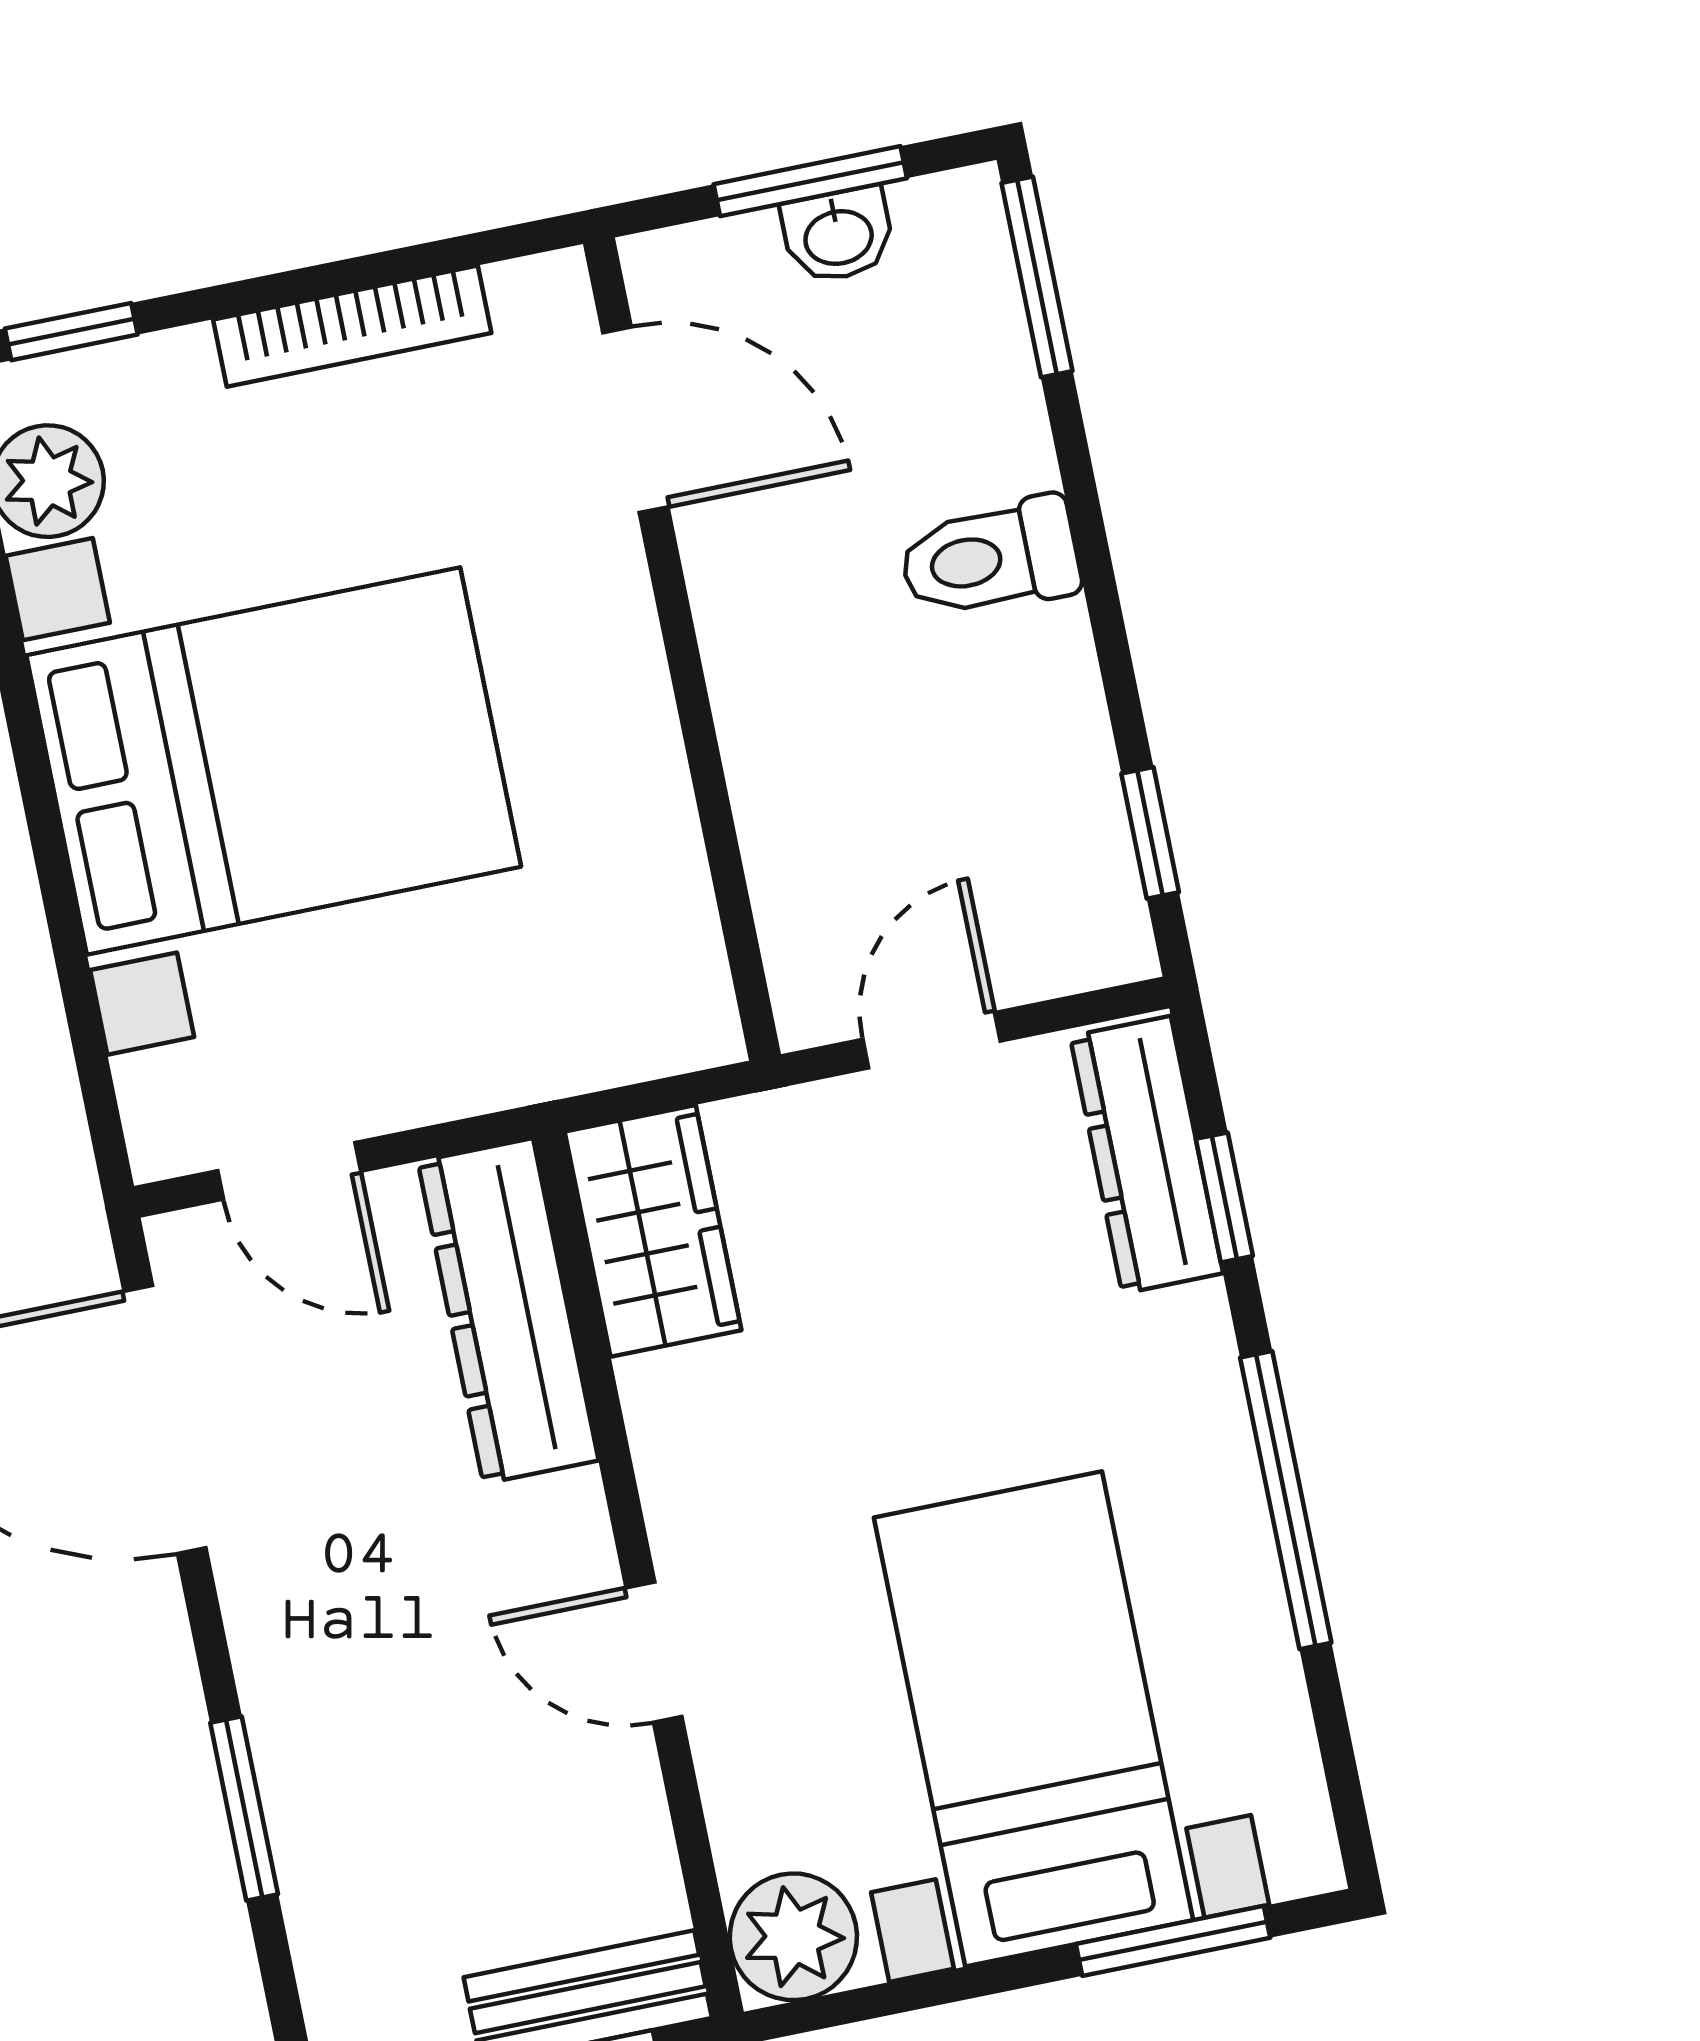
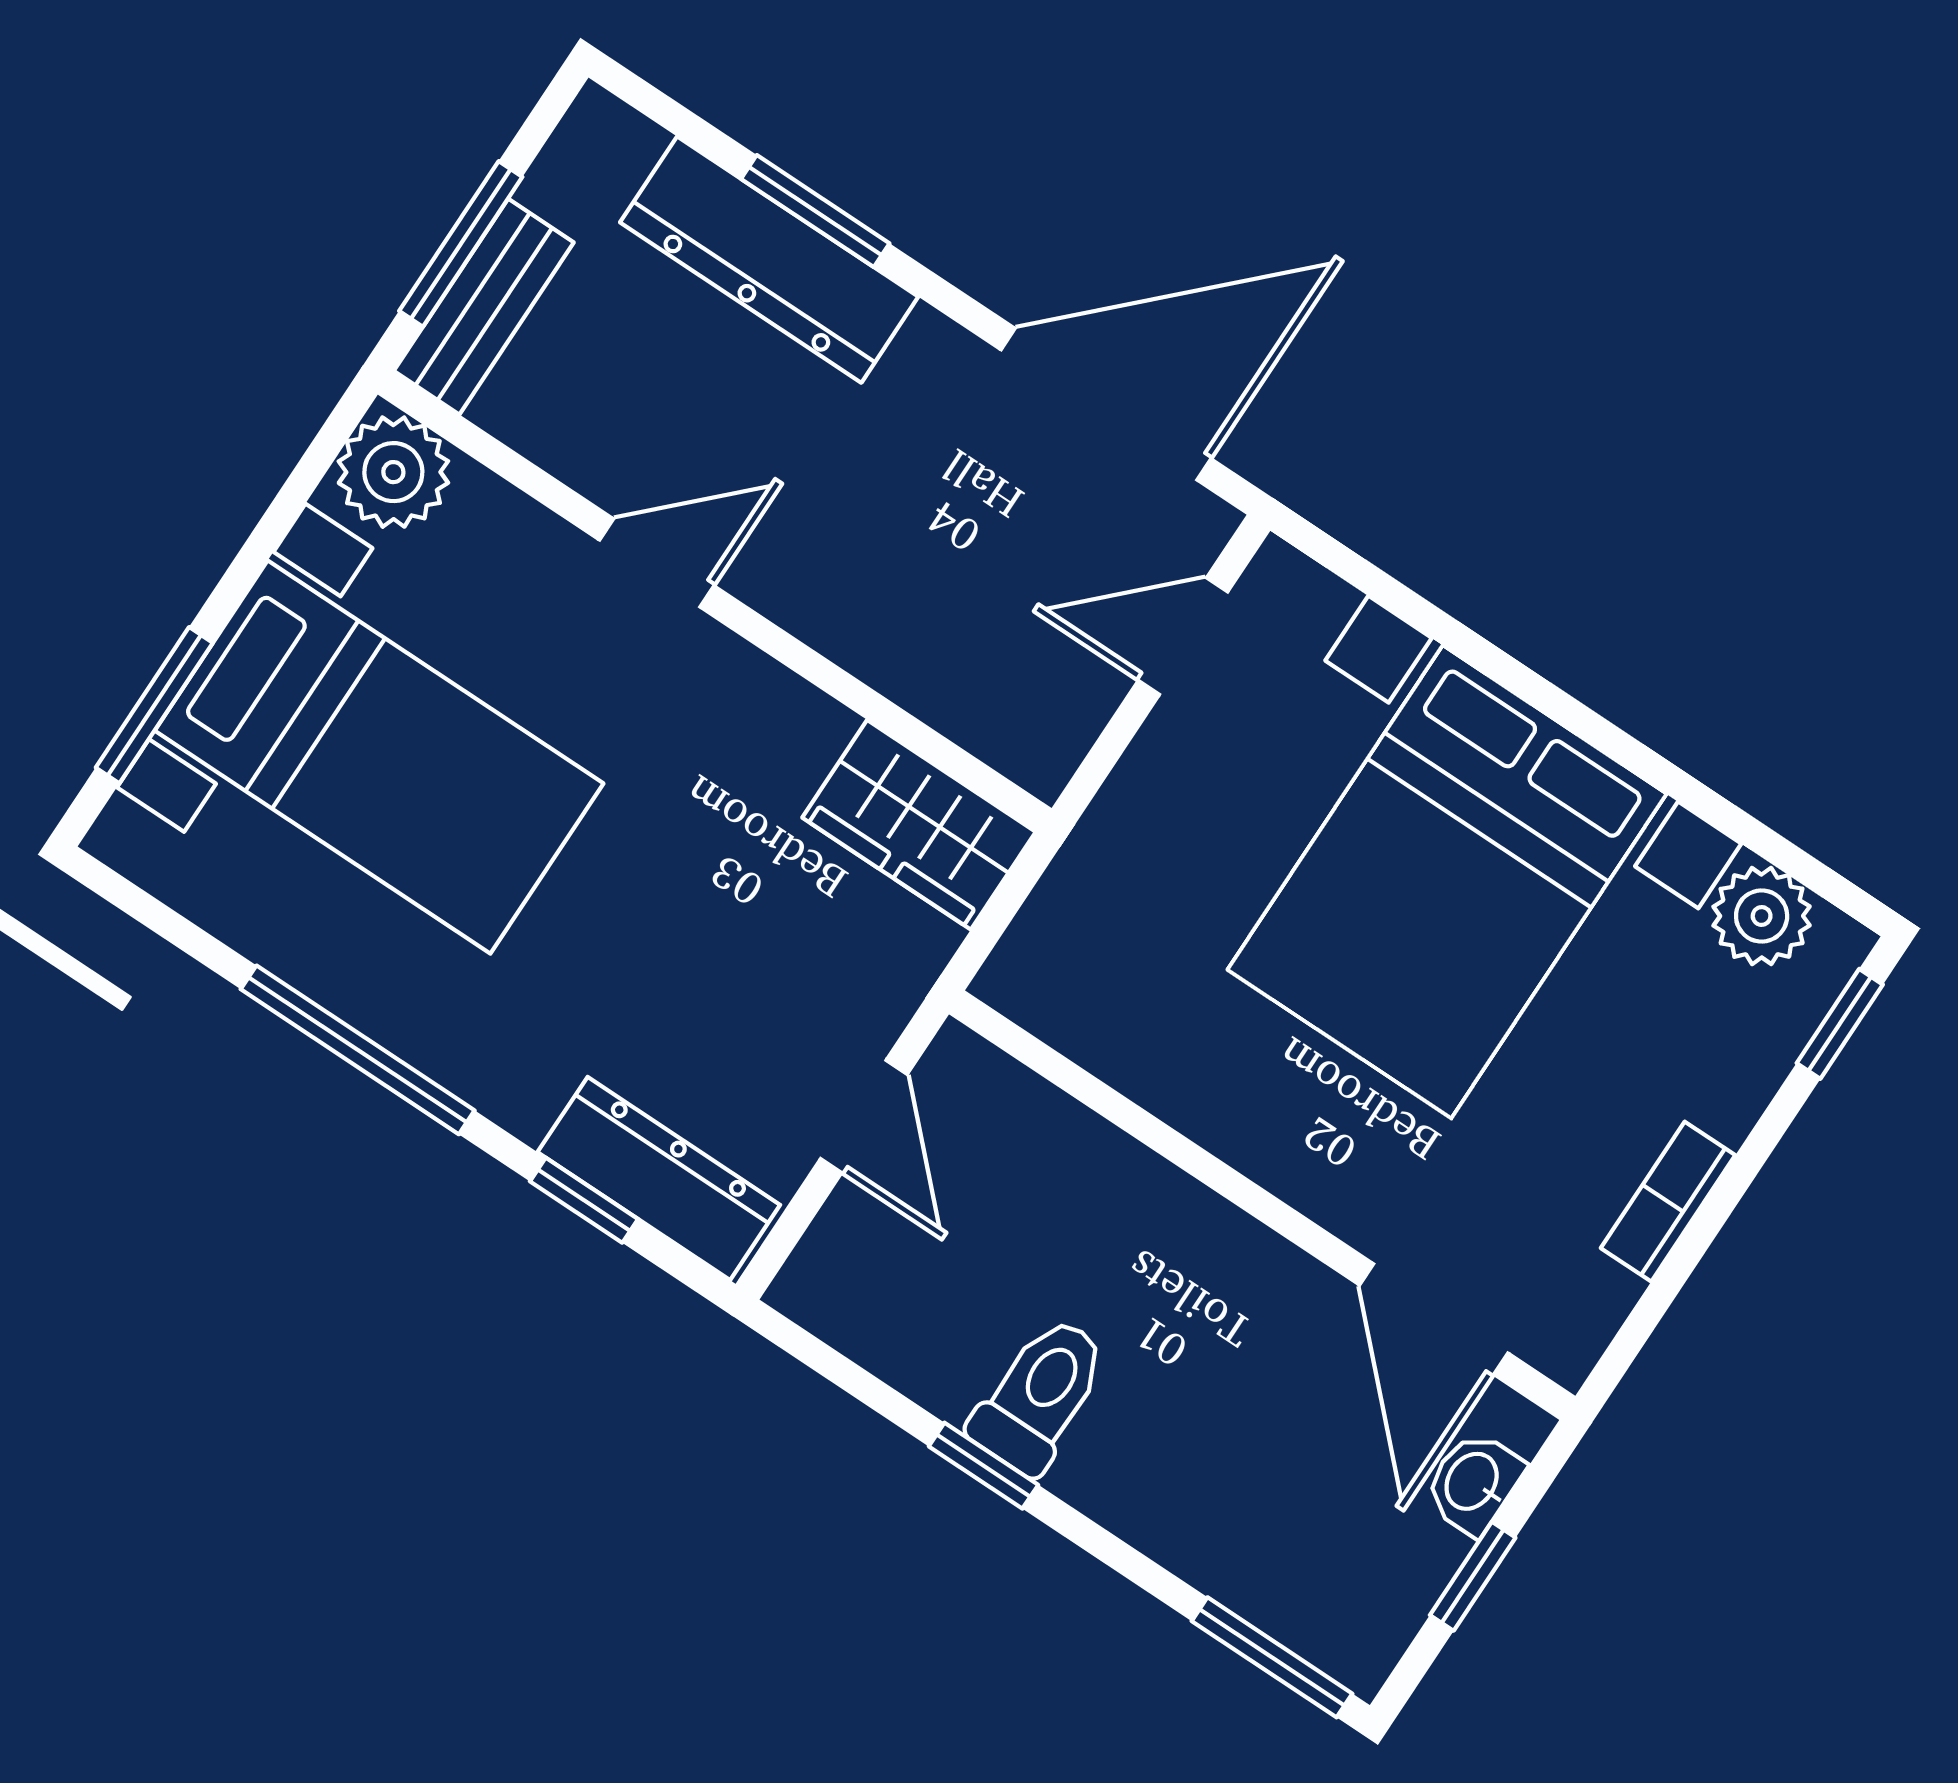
window: (810, 181) -> (1473, 1576), width x0.67
washbasin: (838, 235) -> (1473, 1483), moved
bookcase: (352, 326) -> (1668, 1202), width x0.64
door: (635, 420) -> (1434, 1319), hinge flipped
toilet: (990, 558) -> (1040, 1395), moved
window: (1150, 833) -> (983, 1466), moved
dresser: (508, 1311) -> (769, 260), moved, turned 180

